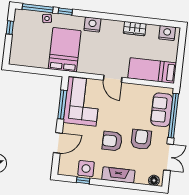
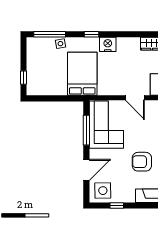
window: (65, 11) -> (92, 34), moved
window: (10, 28) -> (24, 78), moved
side table: (86, 169) -> (103, 191), moved

